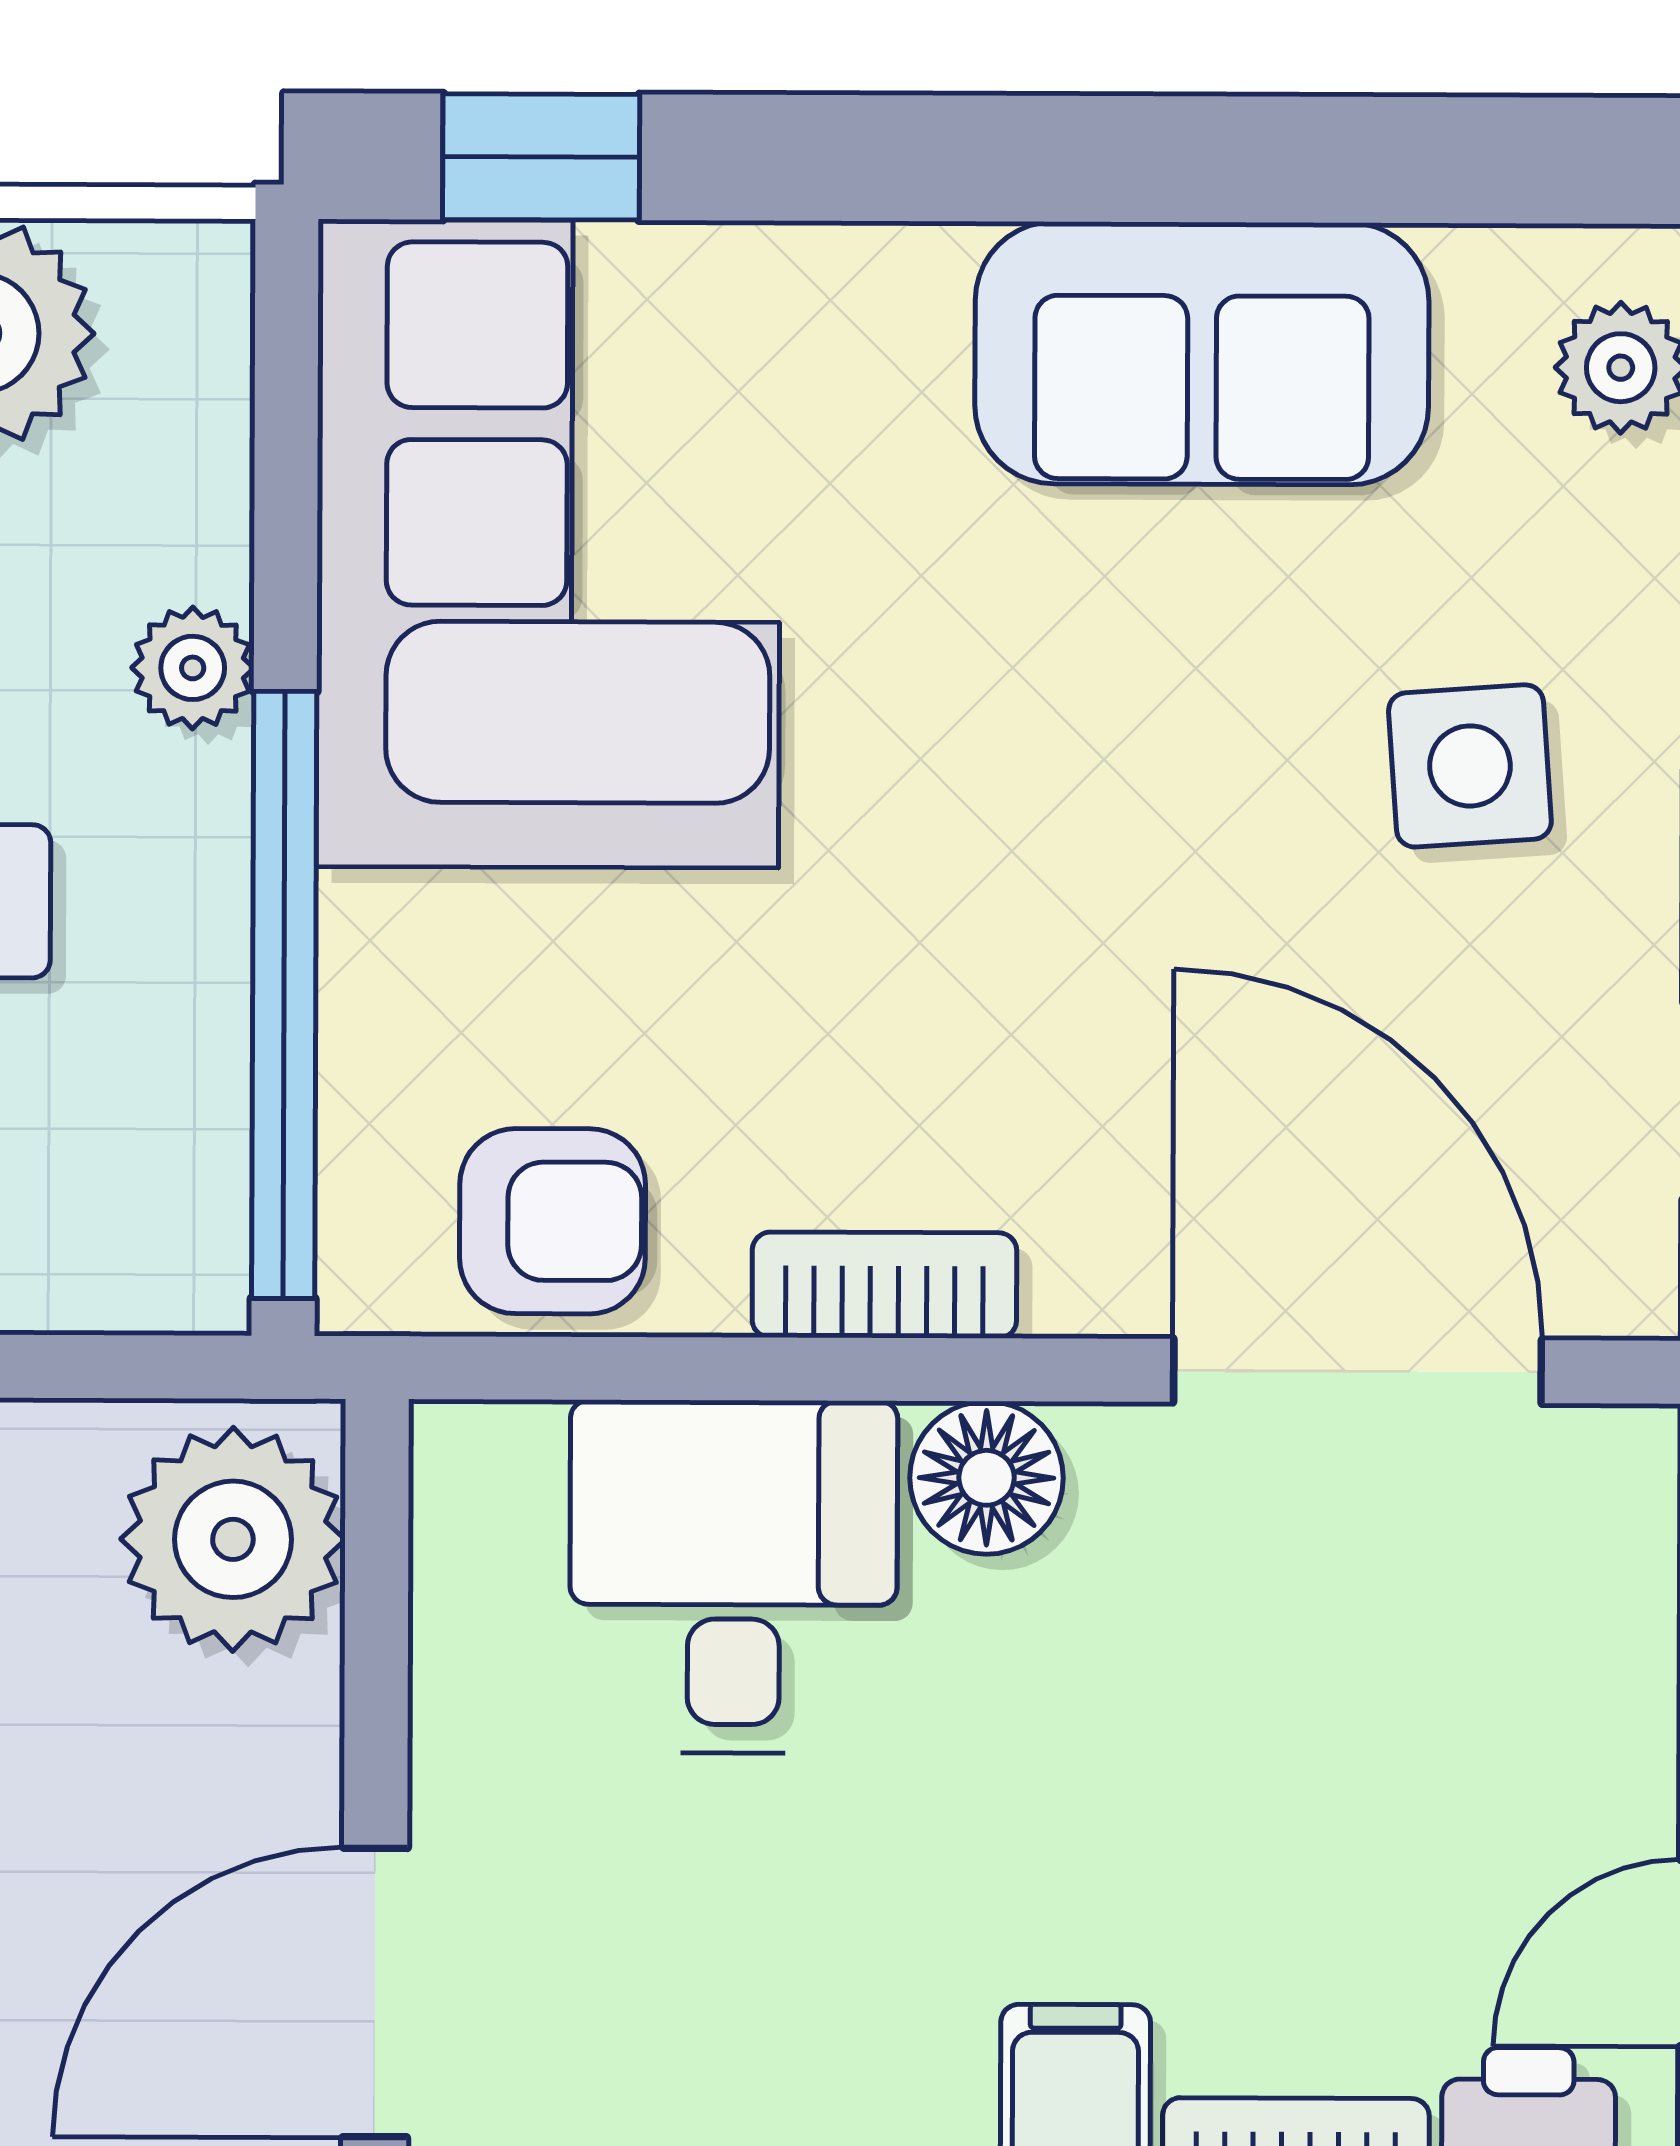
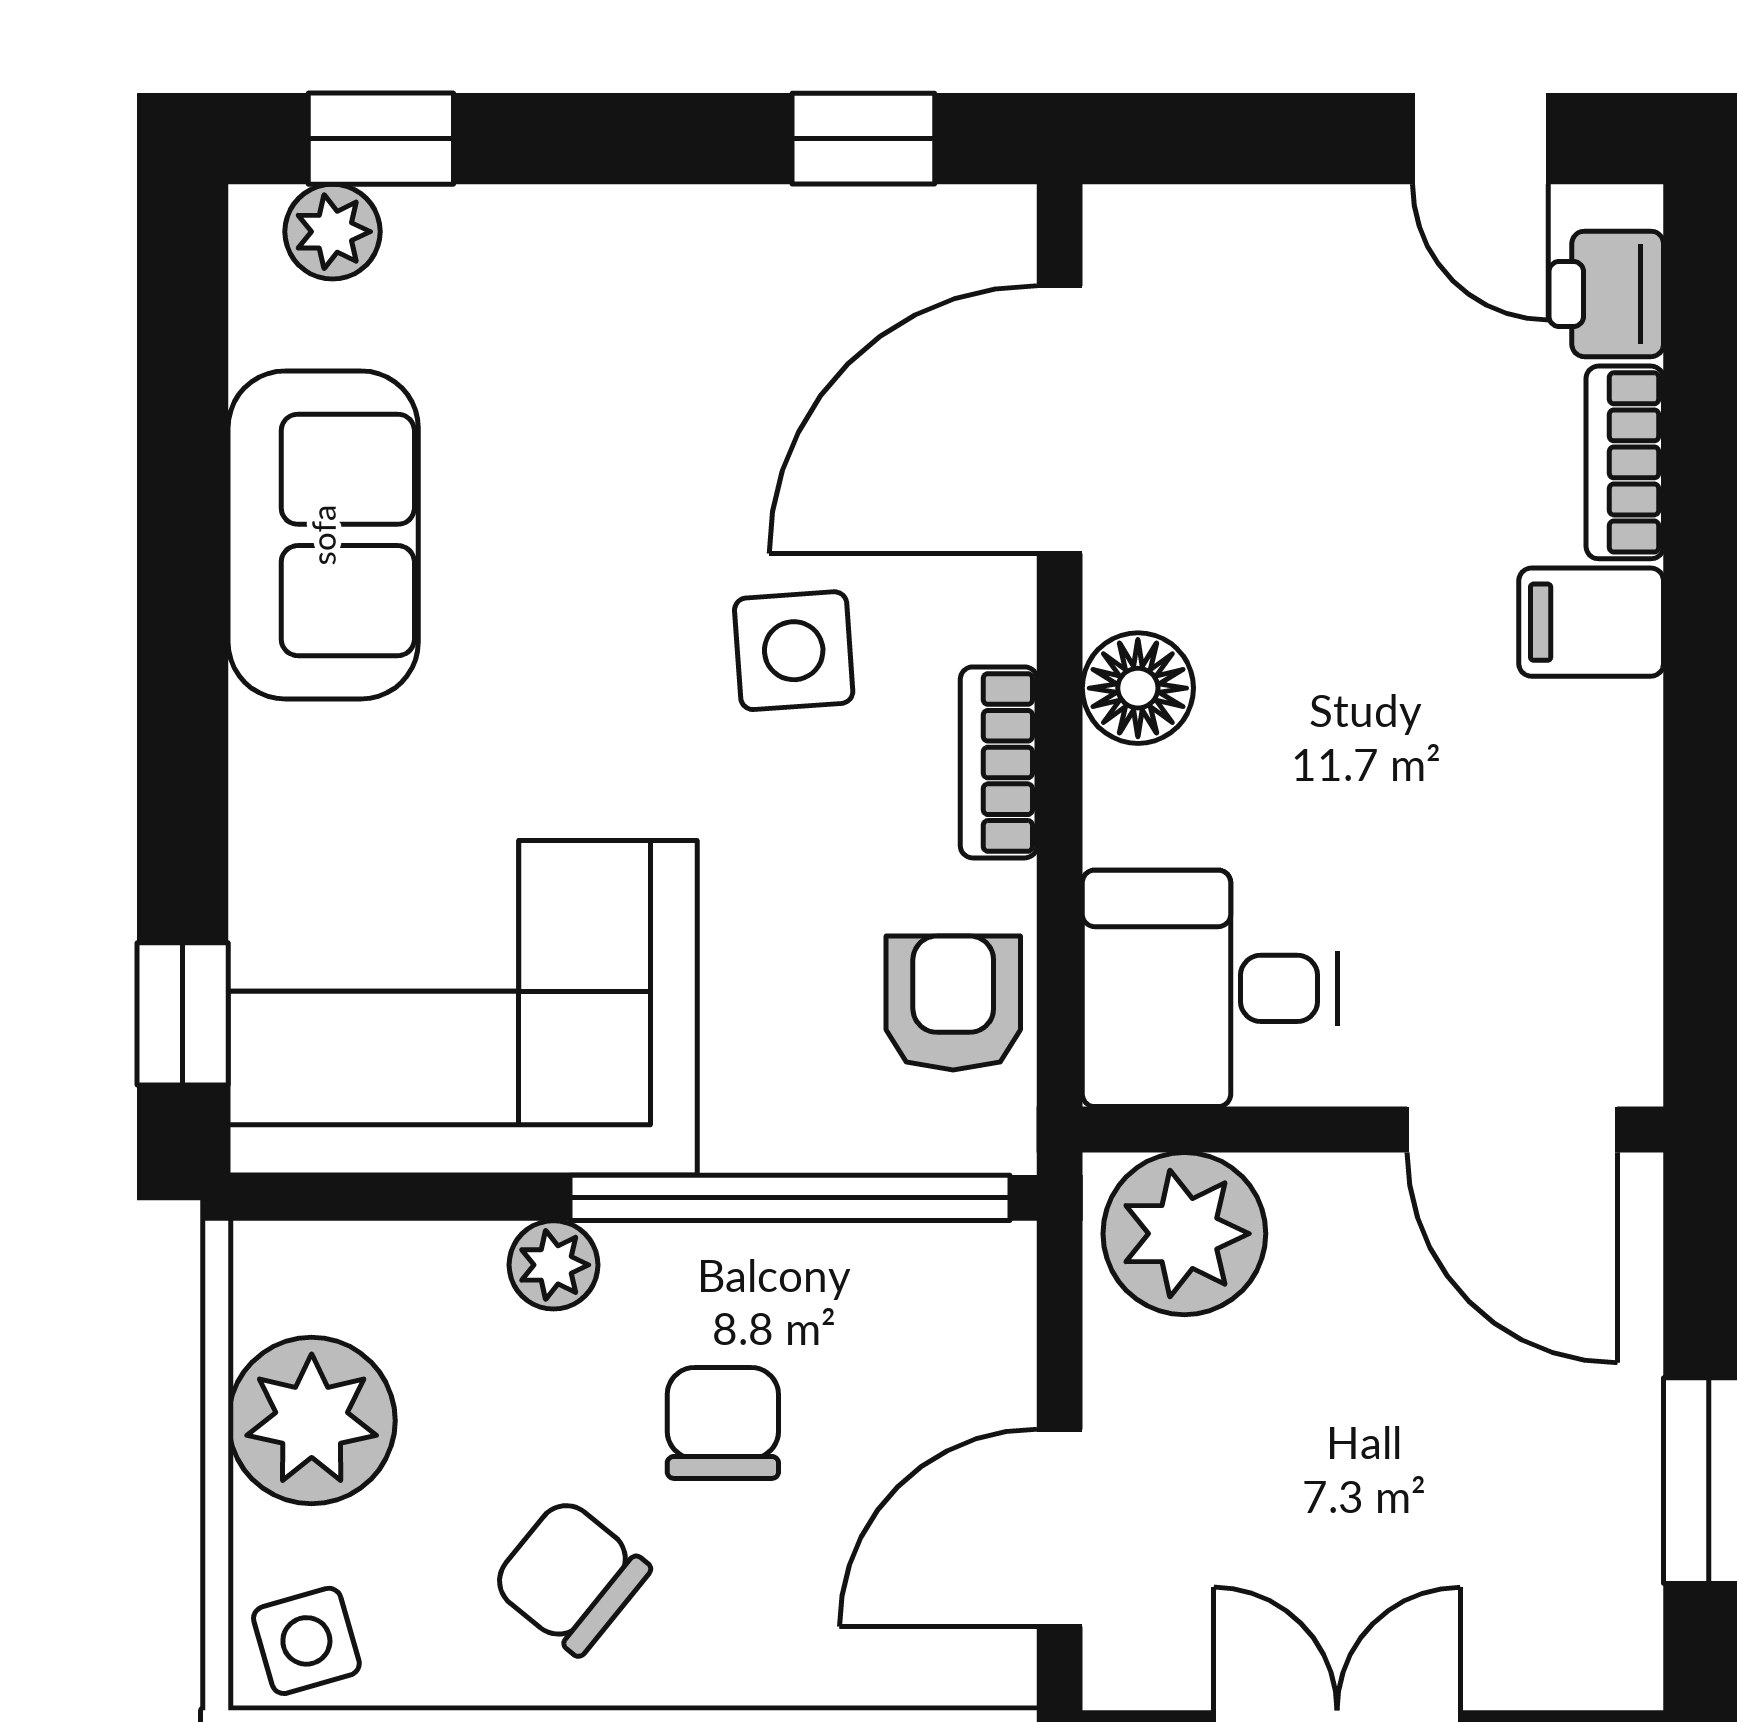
side table: (1470, 766) -> (794, 651), moved
desk: (734, 1577) -> (1210, 988), moved

